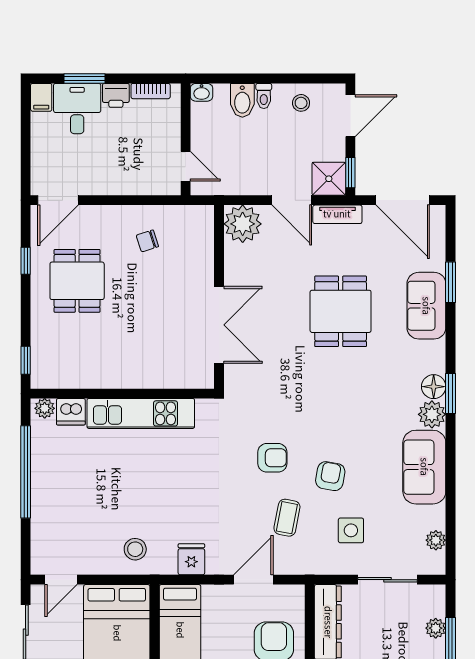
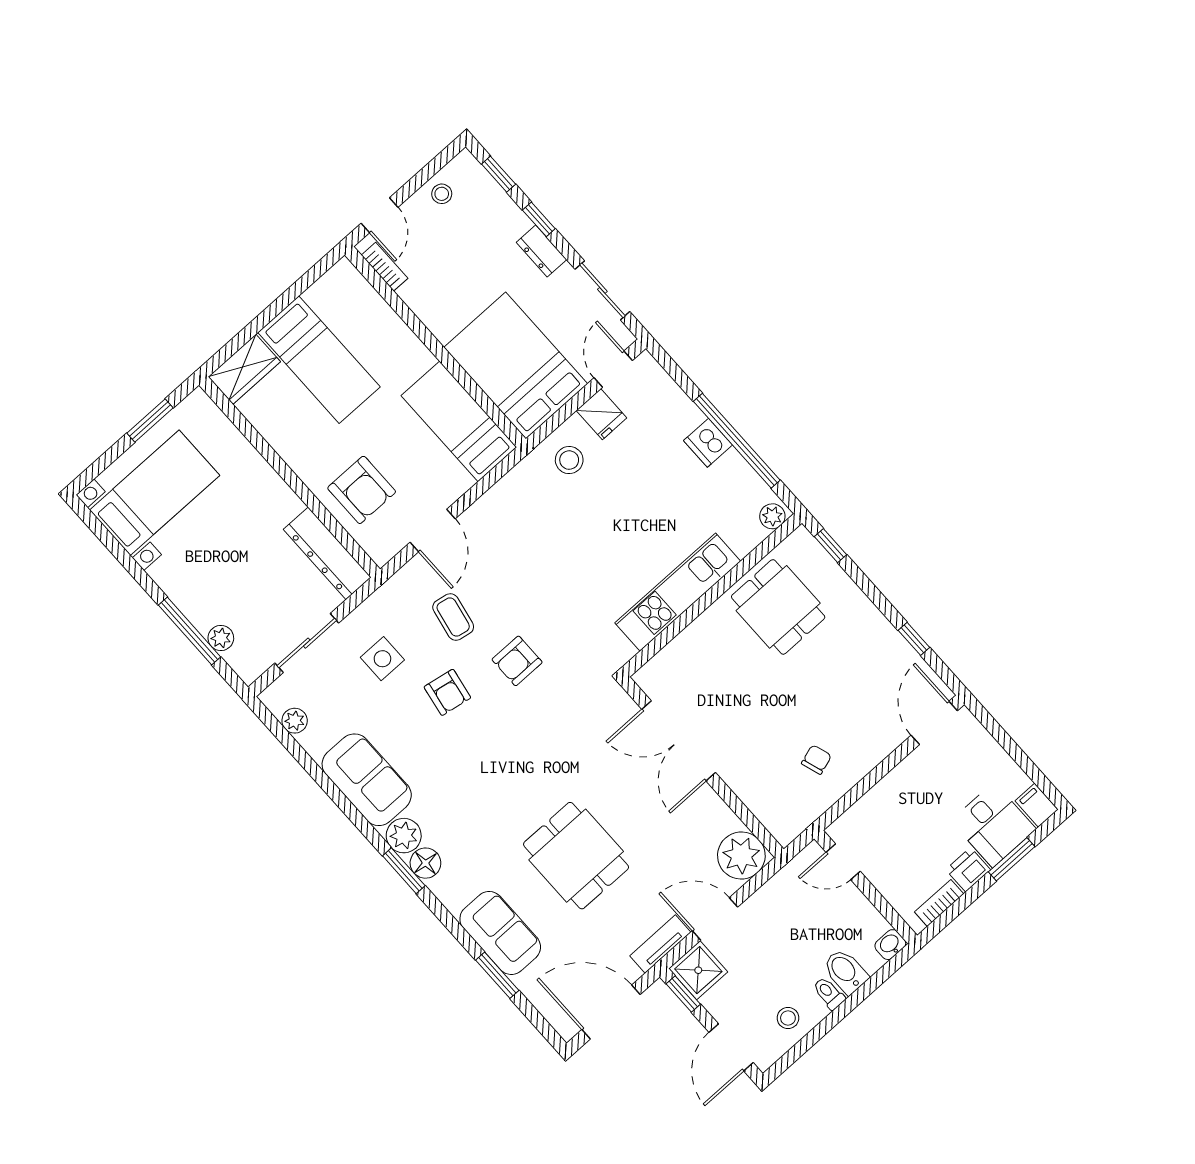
dining table: (77, 281) -> (778, 607), moved
dishwasher: (71, 412) -> (708, 443), moved, turned -90
fridge: (191, 559) -> (601, 414), moved

